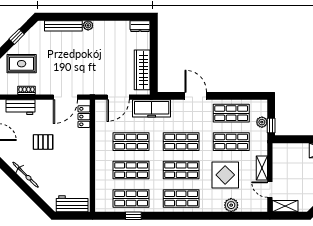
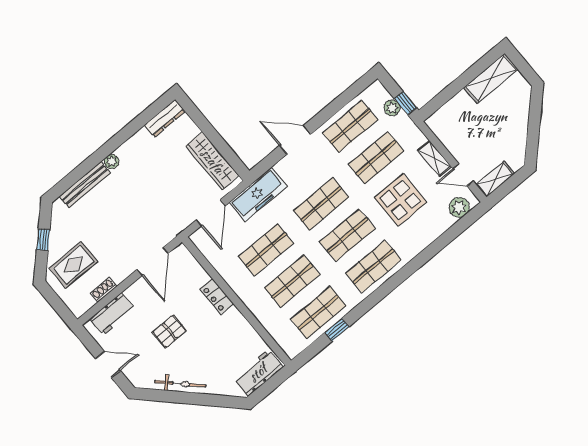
dresser: (140, 26) -> (165, 118), width x1.44
locker: (84, 117) -> (217, 296), moved
plant: (231, 205) -> (459, 207), moved

